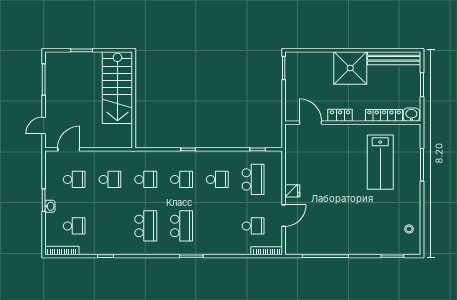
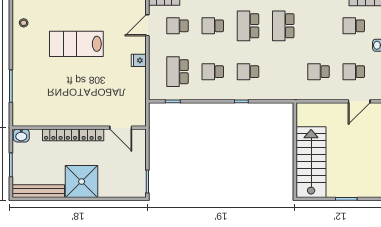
locker: (384, 115) -> (61, 135), moved
lab bench: (380, 162) -> (76, 44), moved, turned -90
school desk: (146, 179) -> (213, 26), moved
door: (284, 216) -> (147, 25), moved

